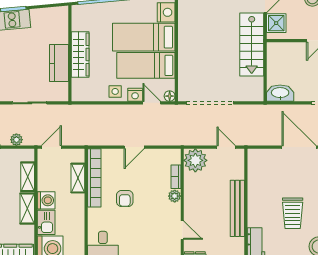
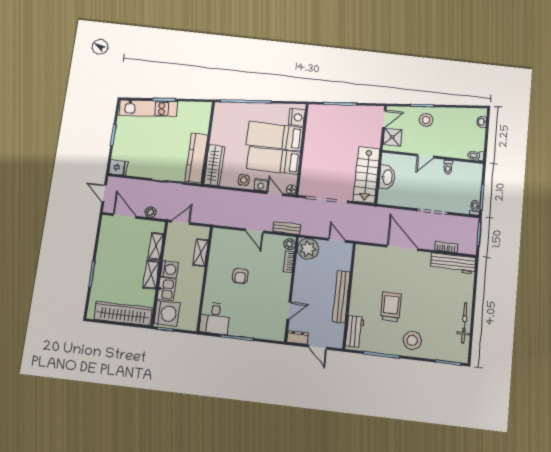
stairs: (252, 45) -> (367, 175), moved
wardrobe: (80, 54) -> (214, 165), moved
kitchen counter: (59, 63) -> (196, 158), width x1.50
washbasin: (280, 93) -> (387, 177), moved, turned 90
bench: (169, 140) -> (287, 228), added
door: (134, 147) -> (254, 231), hinge flipped
bookcase: (94, 178) -> (215, 254), removed
plant: (175, 196) -> (290, 244), moved
trolley: (293, 213) -> (391, 307), turned 180
door: (182, 230) -> (289, 311), hinge flipped

